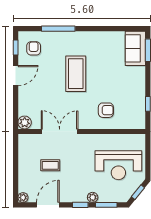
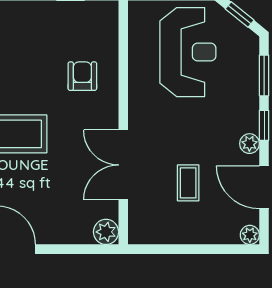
plant: (93, 197) -> (249, 144), moved

